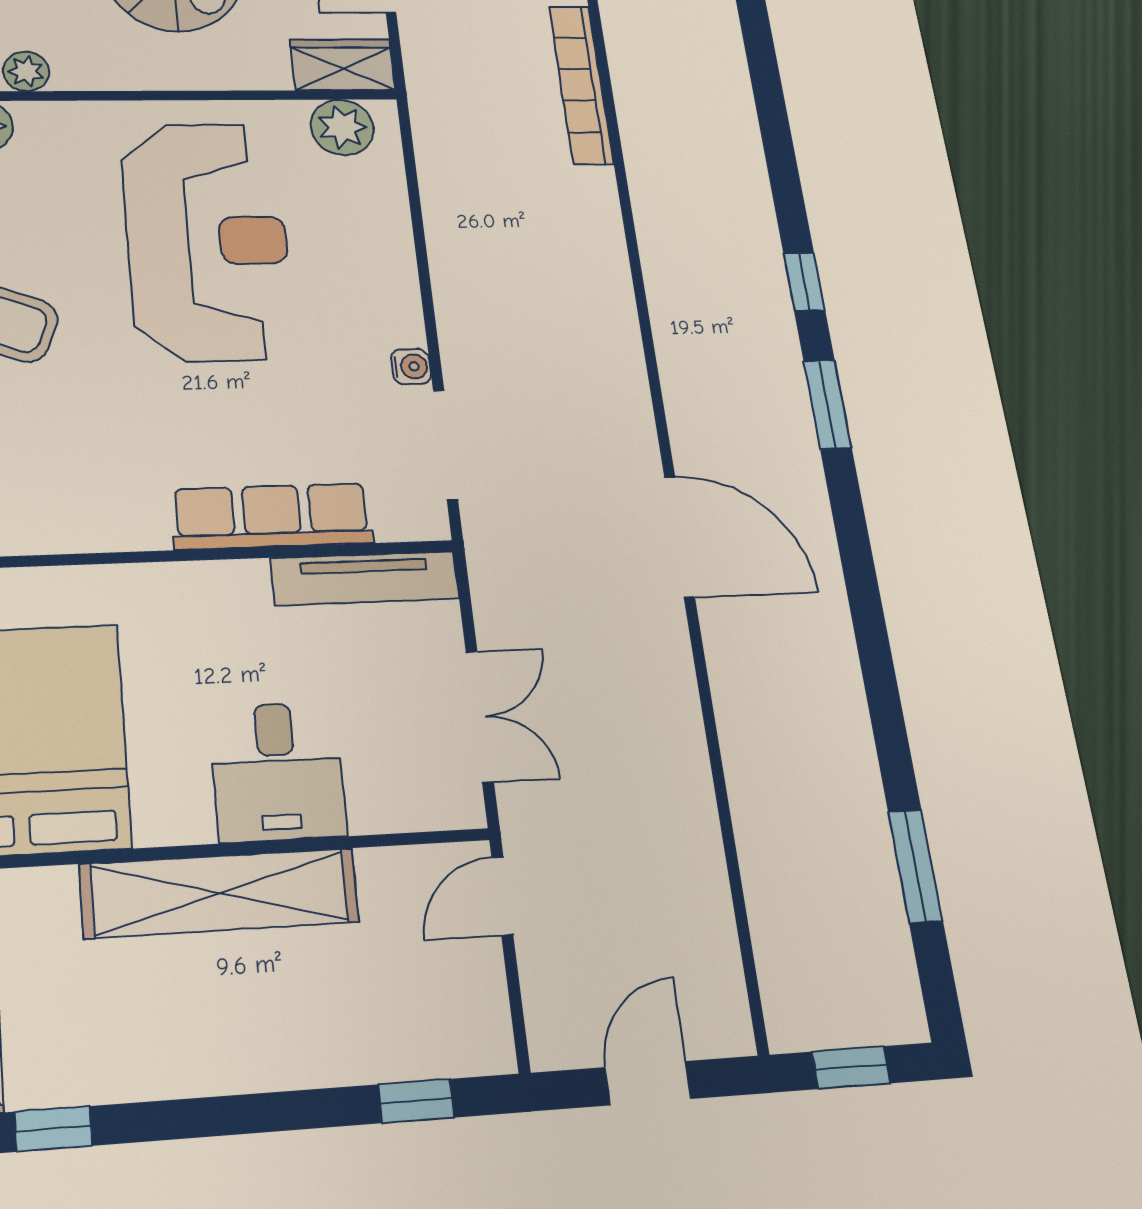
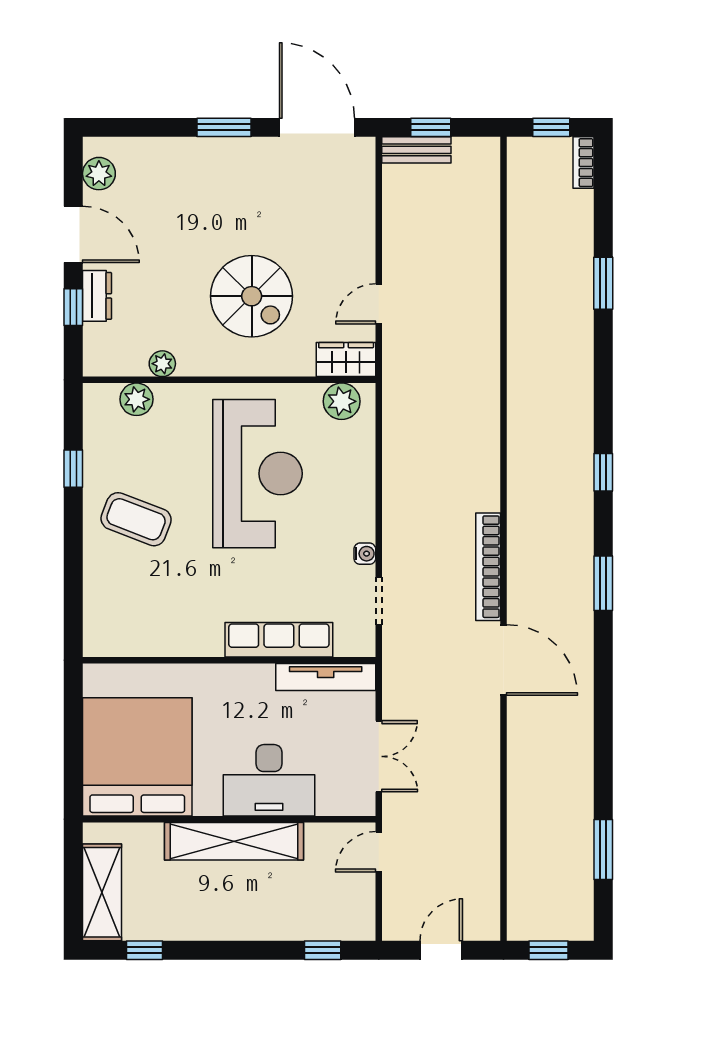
bookcase: (581, 85) -> (488, 567), moved
window: (804, 282) -> (603, 472), moved
doorway: (445, 445) -> (379, 601), width x0.73
desk: (277, 772) -> (269, 780), width x1.37

